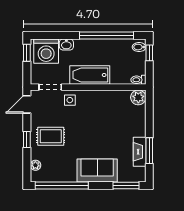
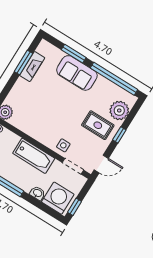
plant: (35, 165) -> (119, 111), width x1.88, depth x1.88
window: (126, 185) -> (74, 54), moved

